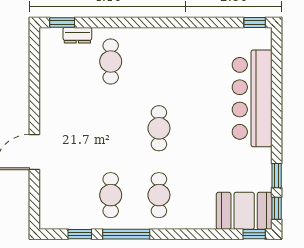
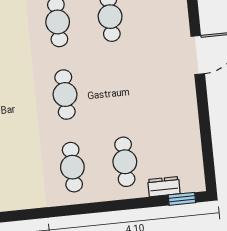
cafe table: (159, 61) -> (72, 167), added

